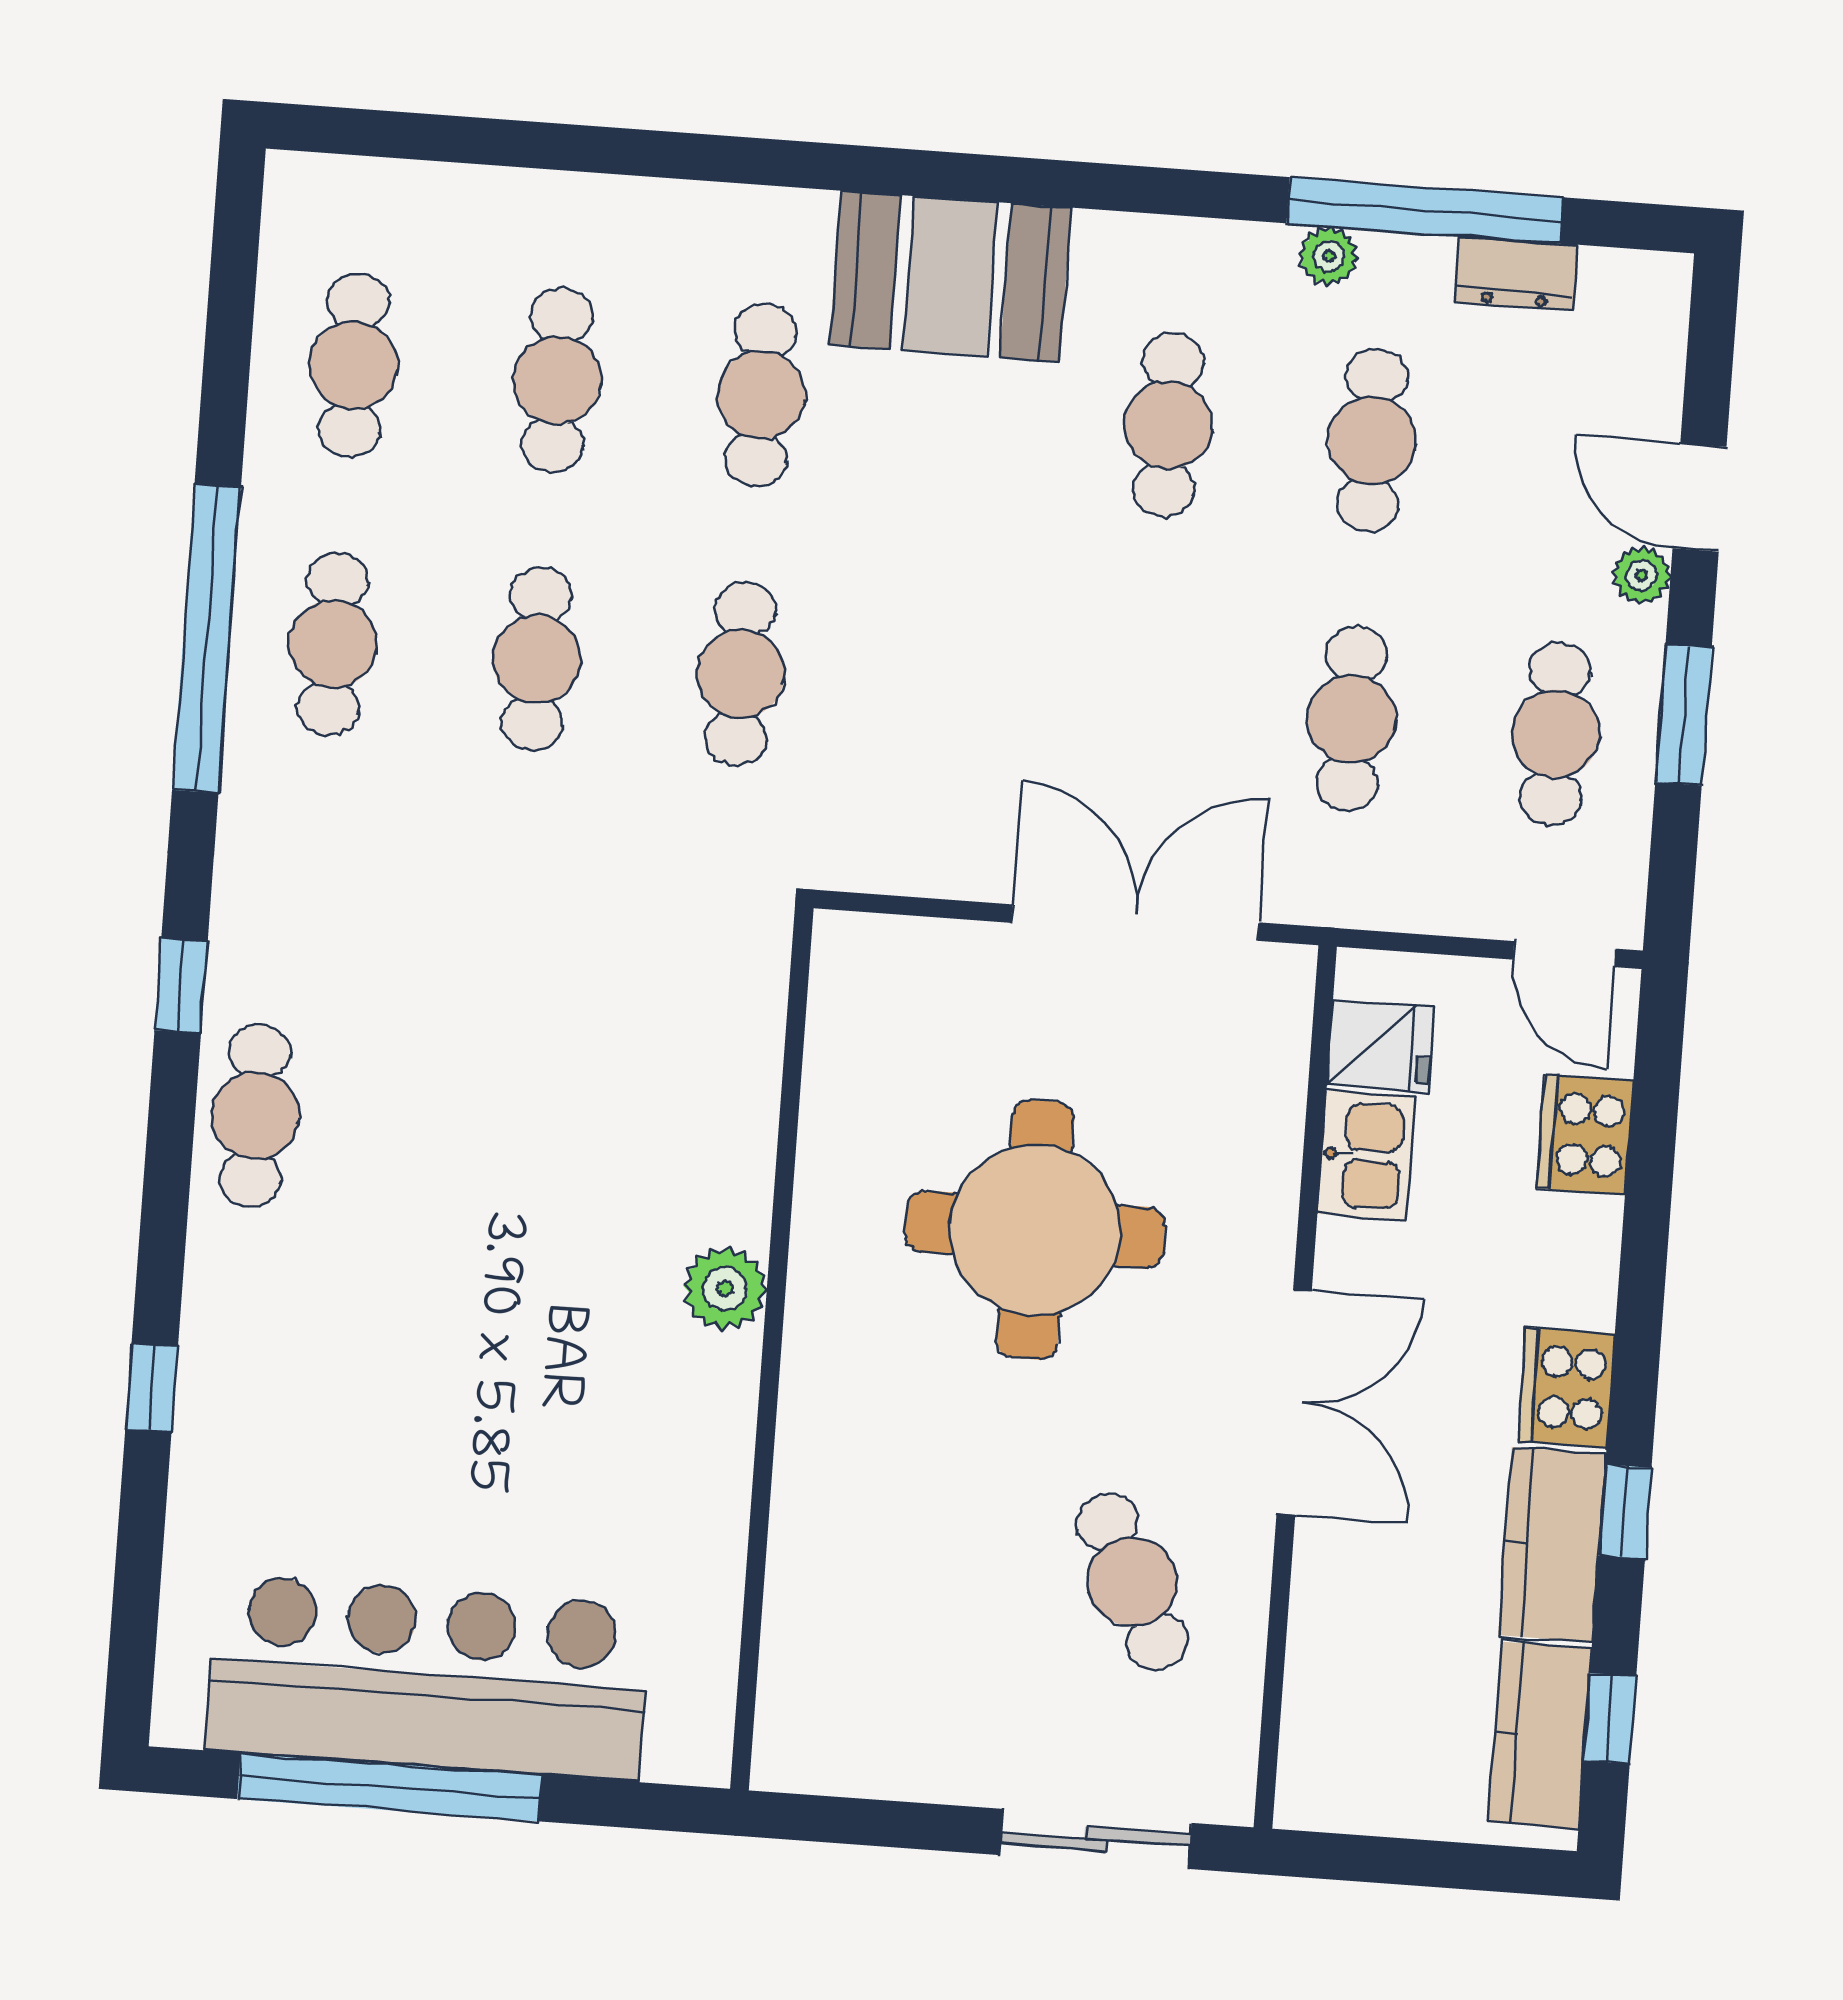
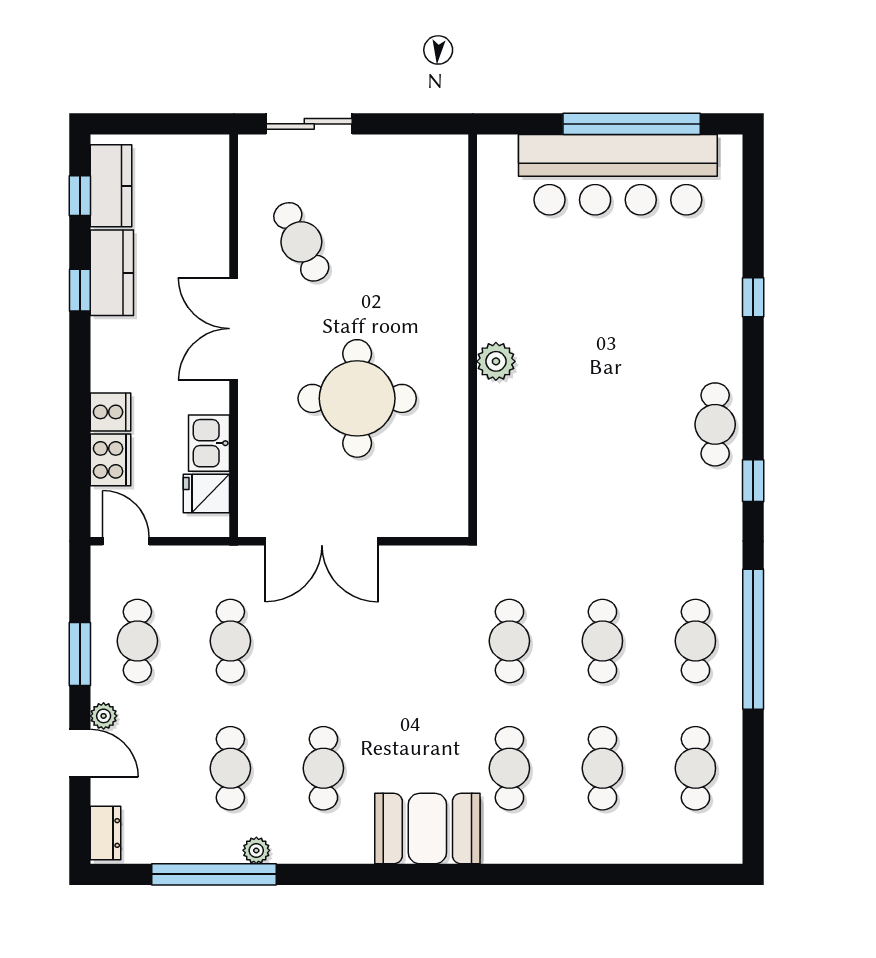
dresser: (1516, 274) -> (105, 833), moved, turned 90
cooker: (1567, 1387) -> (110, 412), moved, width x0.73

